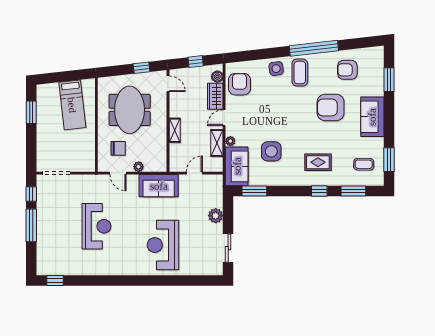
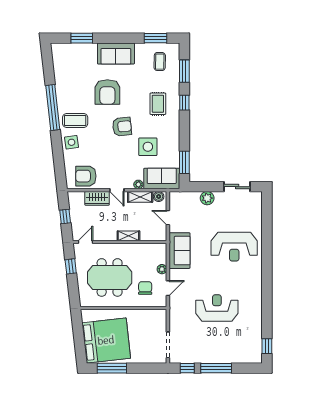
armchair: (347, 70) -> (122, 127), moved, turned -96
boiler: (217, 77) -> (159, 196), moved
bed: (72, 105) -> (106, 340), width x2.04
window: (31, 112) -> (112, 368), width x1.44

